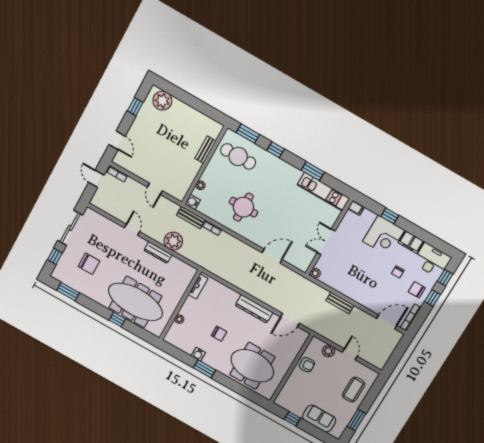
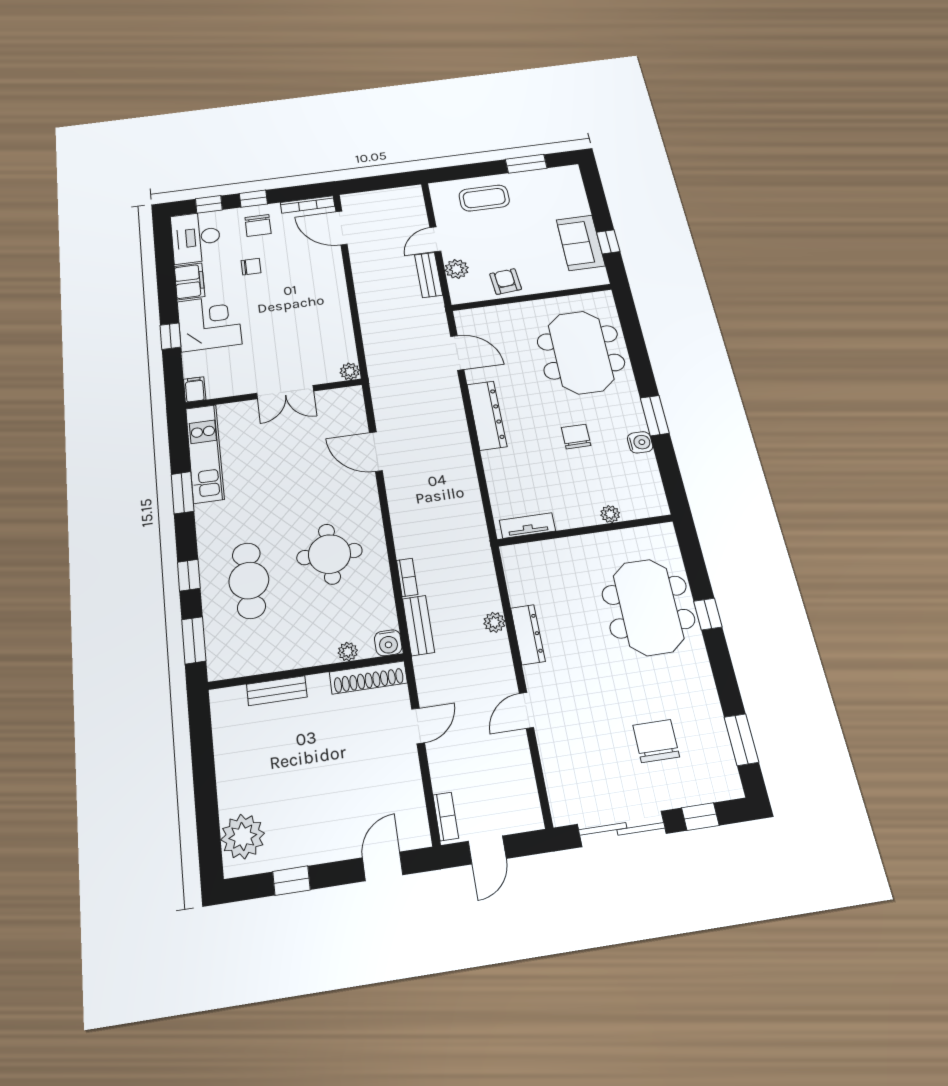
cafe table: (238, 156) -> (249, 580), moved
shoe rack: (185, 185) -> (368, 678), added
plant: (173, 241) -> (494, 622), width x0.53, depth x0.53
meeting table: (135, 302) -> (648, 607), width x0.73
bench: (340, 303) -> (429, 275), moved
sofa: (319, 419) -> (581, 243), moved

